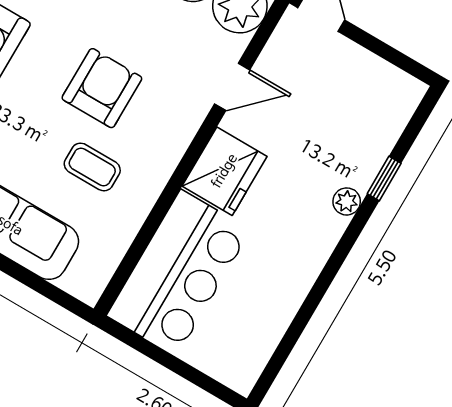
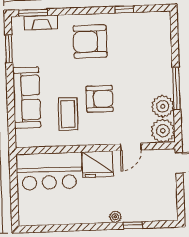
door: (232, 87) -> (131, 147), hinge flipped
coffee table: (92, 167) -> (68, 114), width x1.36, depth x1.30

